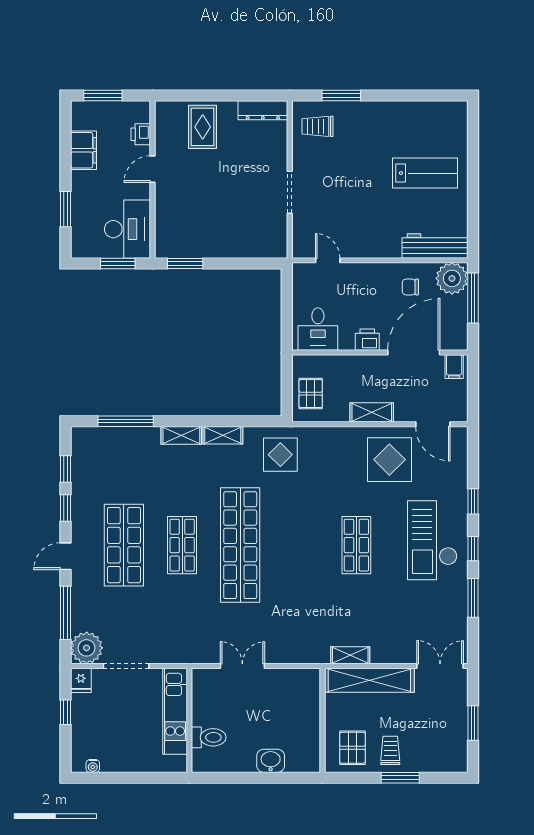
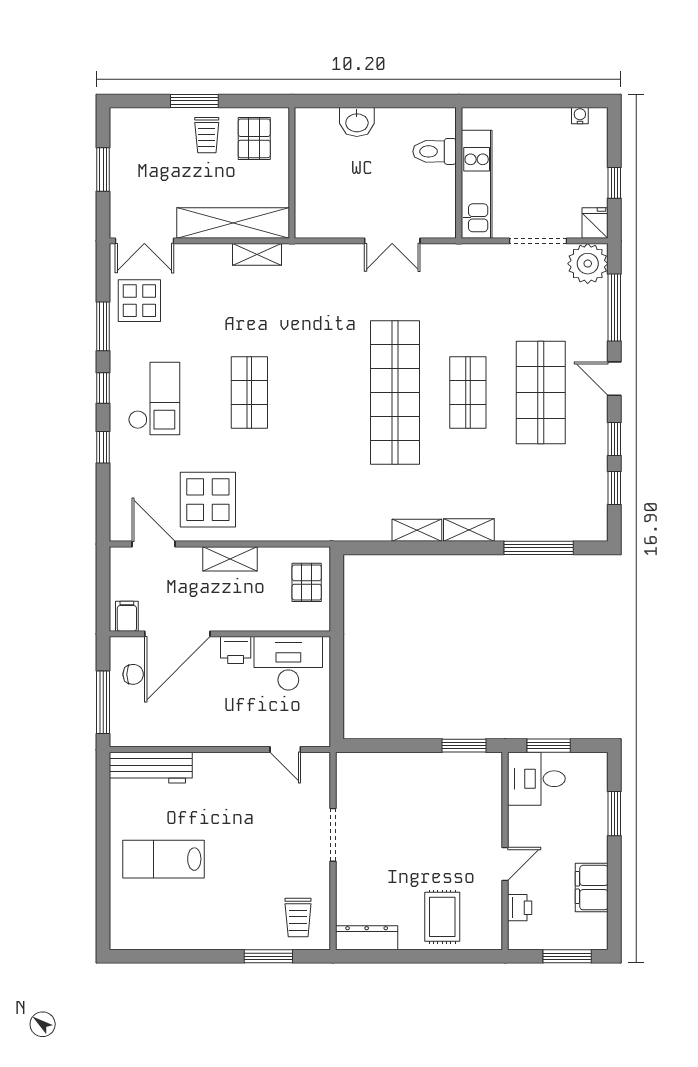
trolley: (318, 126) -> (298, 918), turned 90
desk: (127, 229) -> (536, 779), width x0.73
plant: (452, 278) -> (130, 727), removed
chair: (410, 287) -> (133, 674), moved
desk: (318, 329) -> (288, 663), width x1.37
display table: (280, 455) -> (139, 301), moved
checkout: (432, 540) -> (154, 399), width x0.73, depth x0.83
door: (65, 556) -> (614, 379), swing flipped

